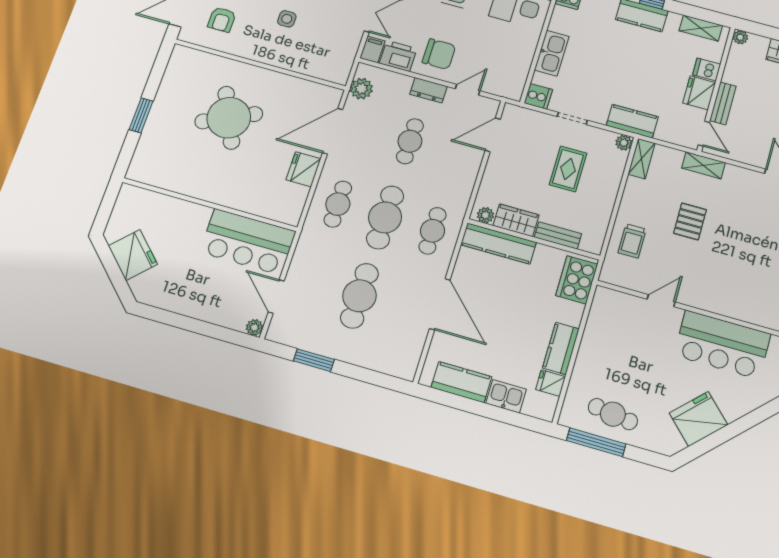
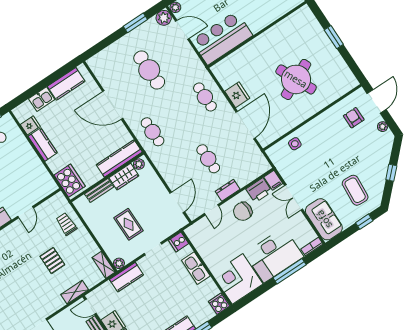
side table: (287, 19) -> (295, 144), moved
plant: (361, 89) -> (164, 18), moved
cafe table: (385, 217) -> (179, 114), removed

